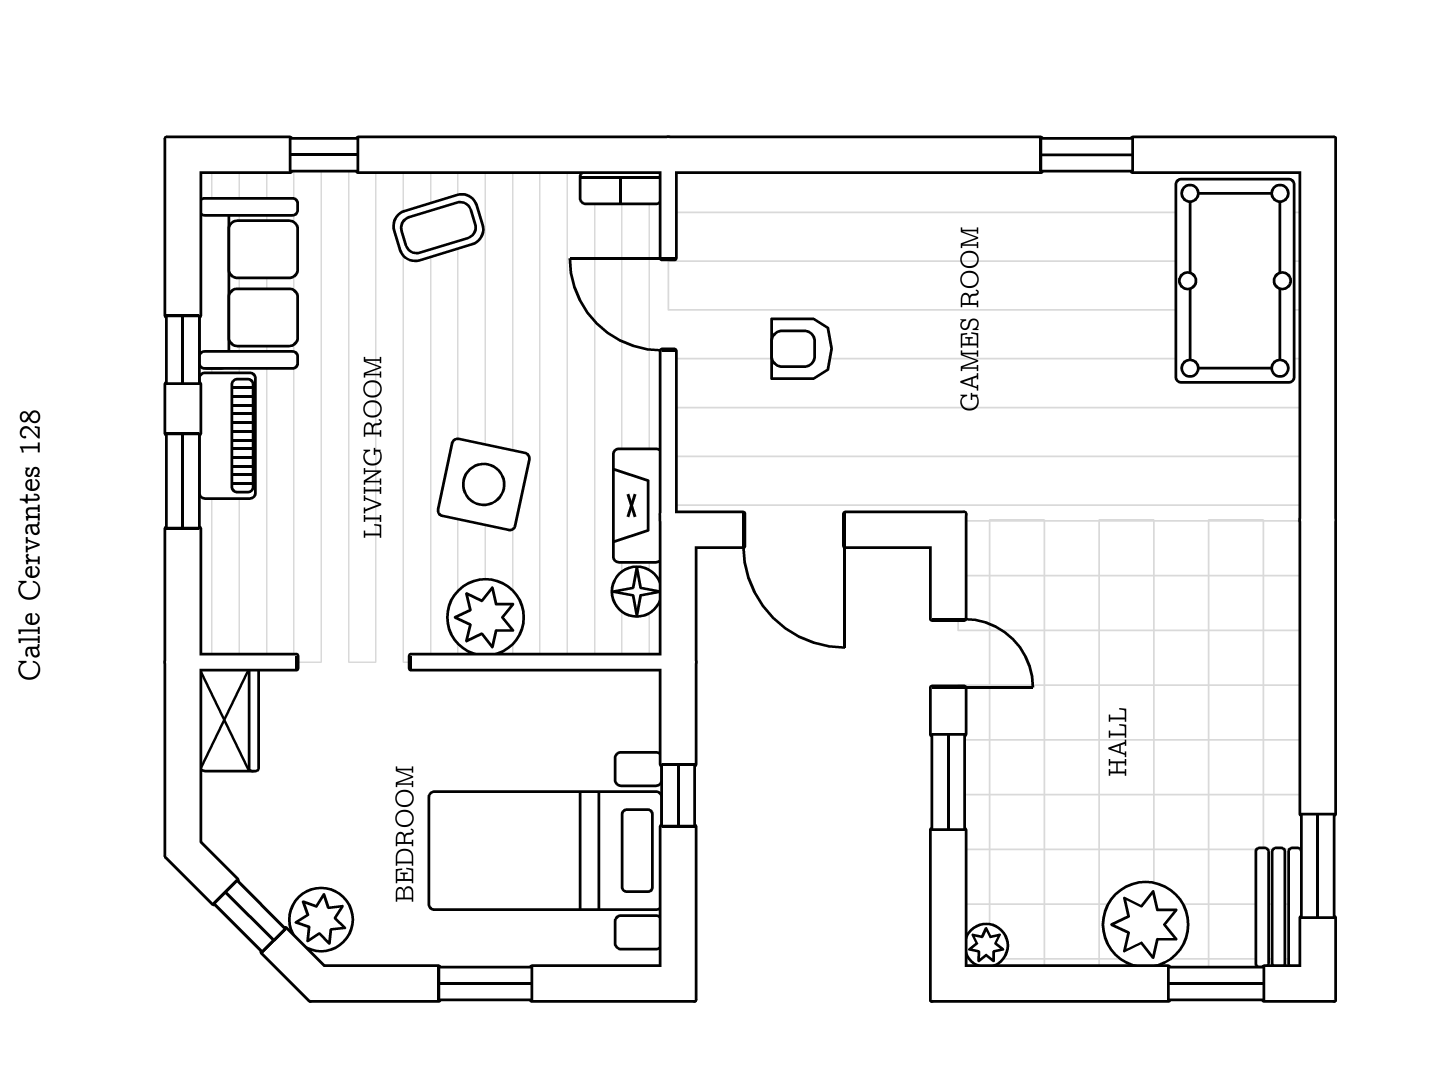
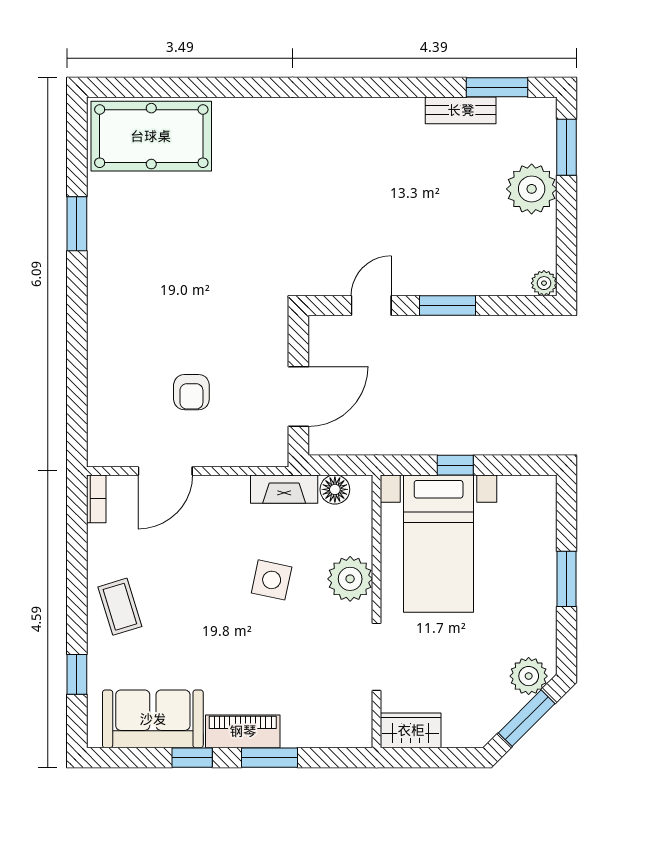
side table: (484, 484) -> (272, 580), width x0.73, depth x0.73
bed with nightstands: (545, 851) -> (439, 544), moved
bench: (1279, 908) -> (461, 110), moved
window: (250, 916) -> (527, 718), width x1.50

